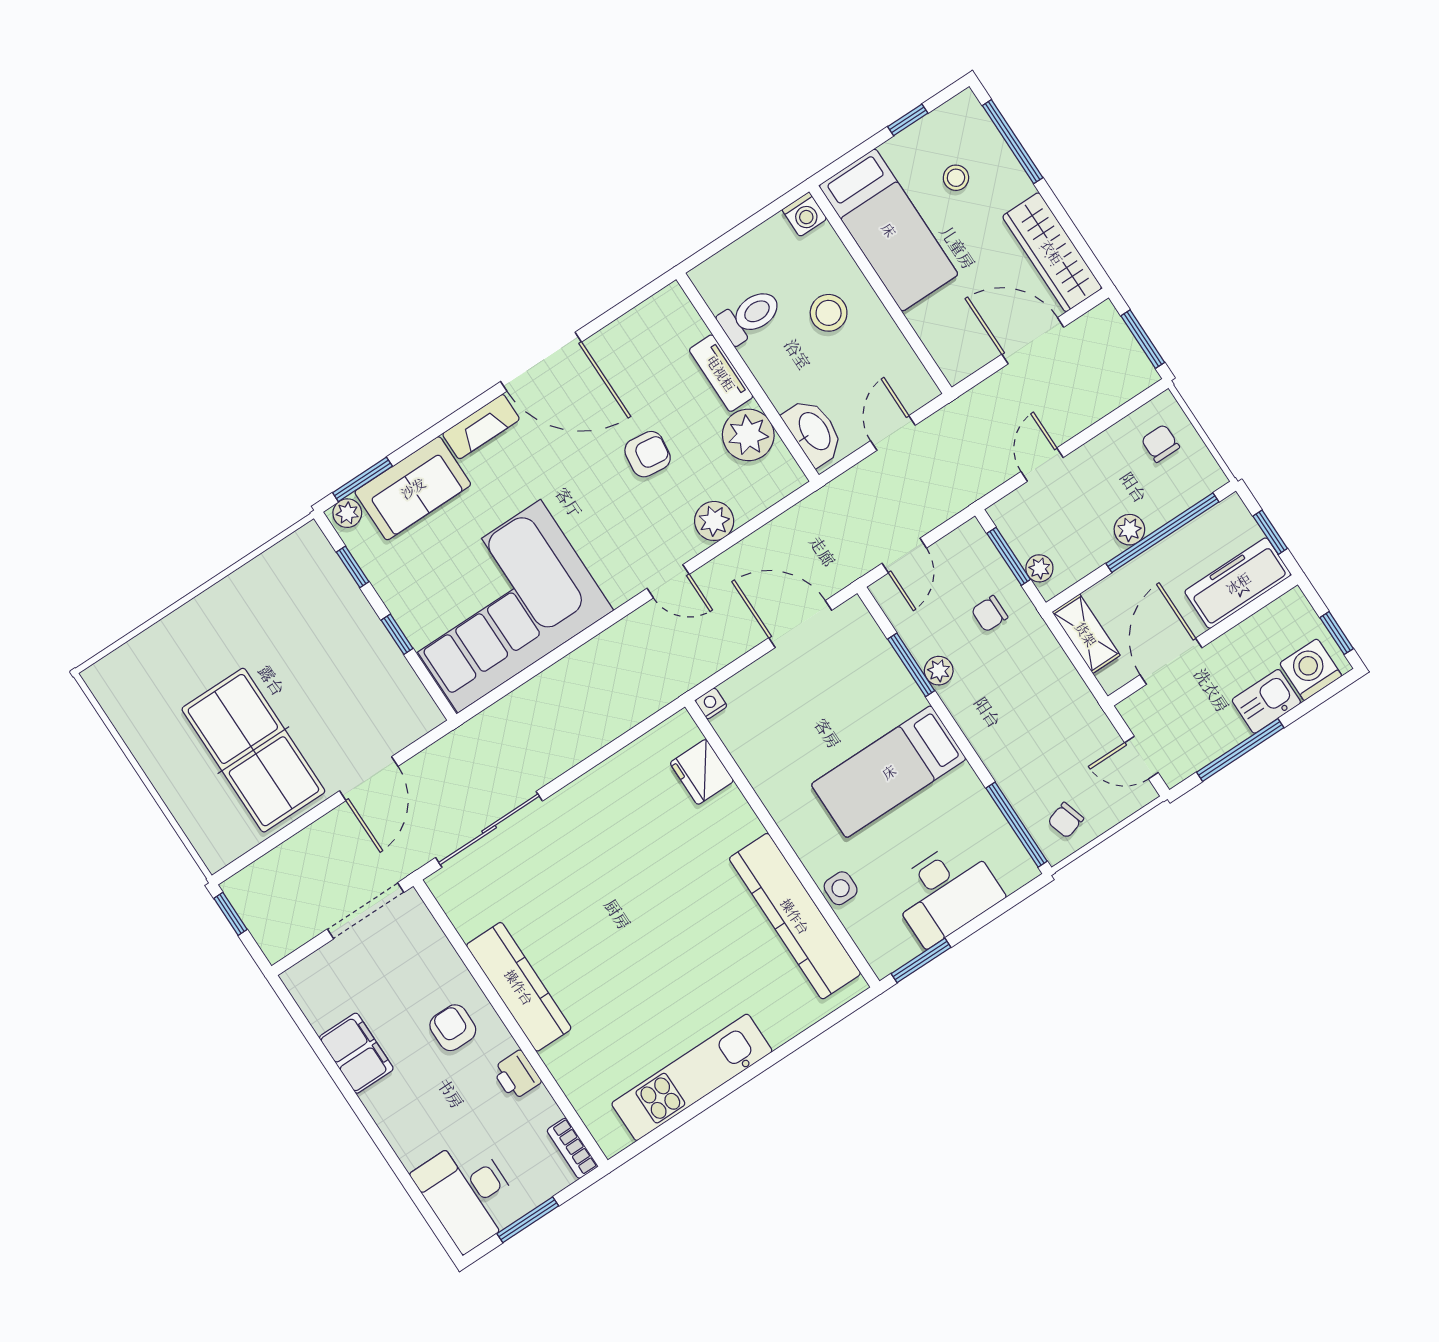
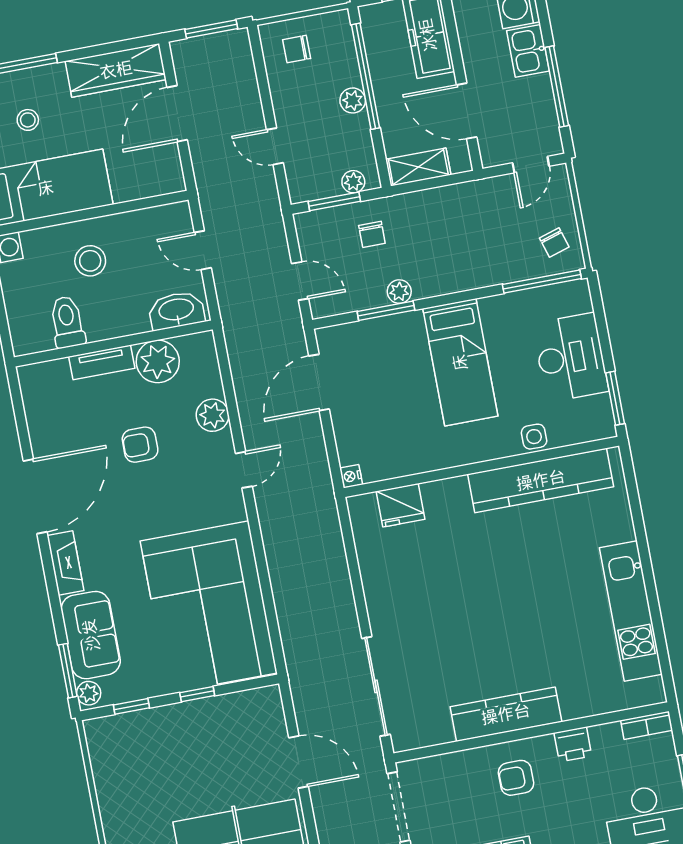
armchair: (648, 454) -> (140, 445), turned -97

